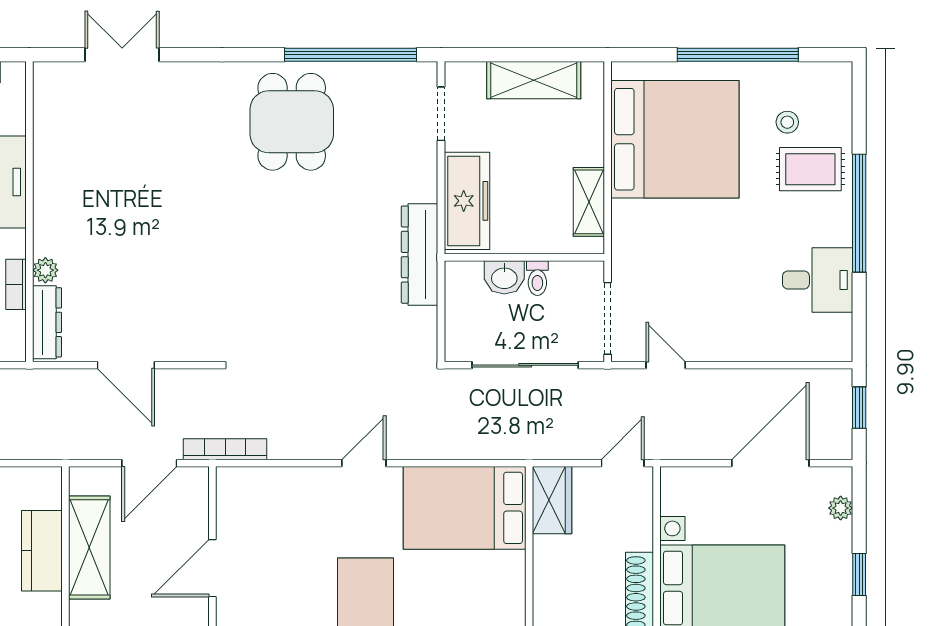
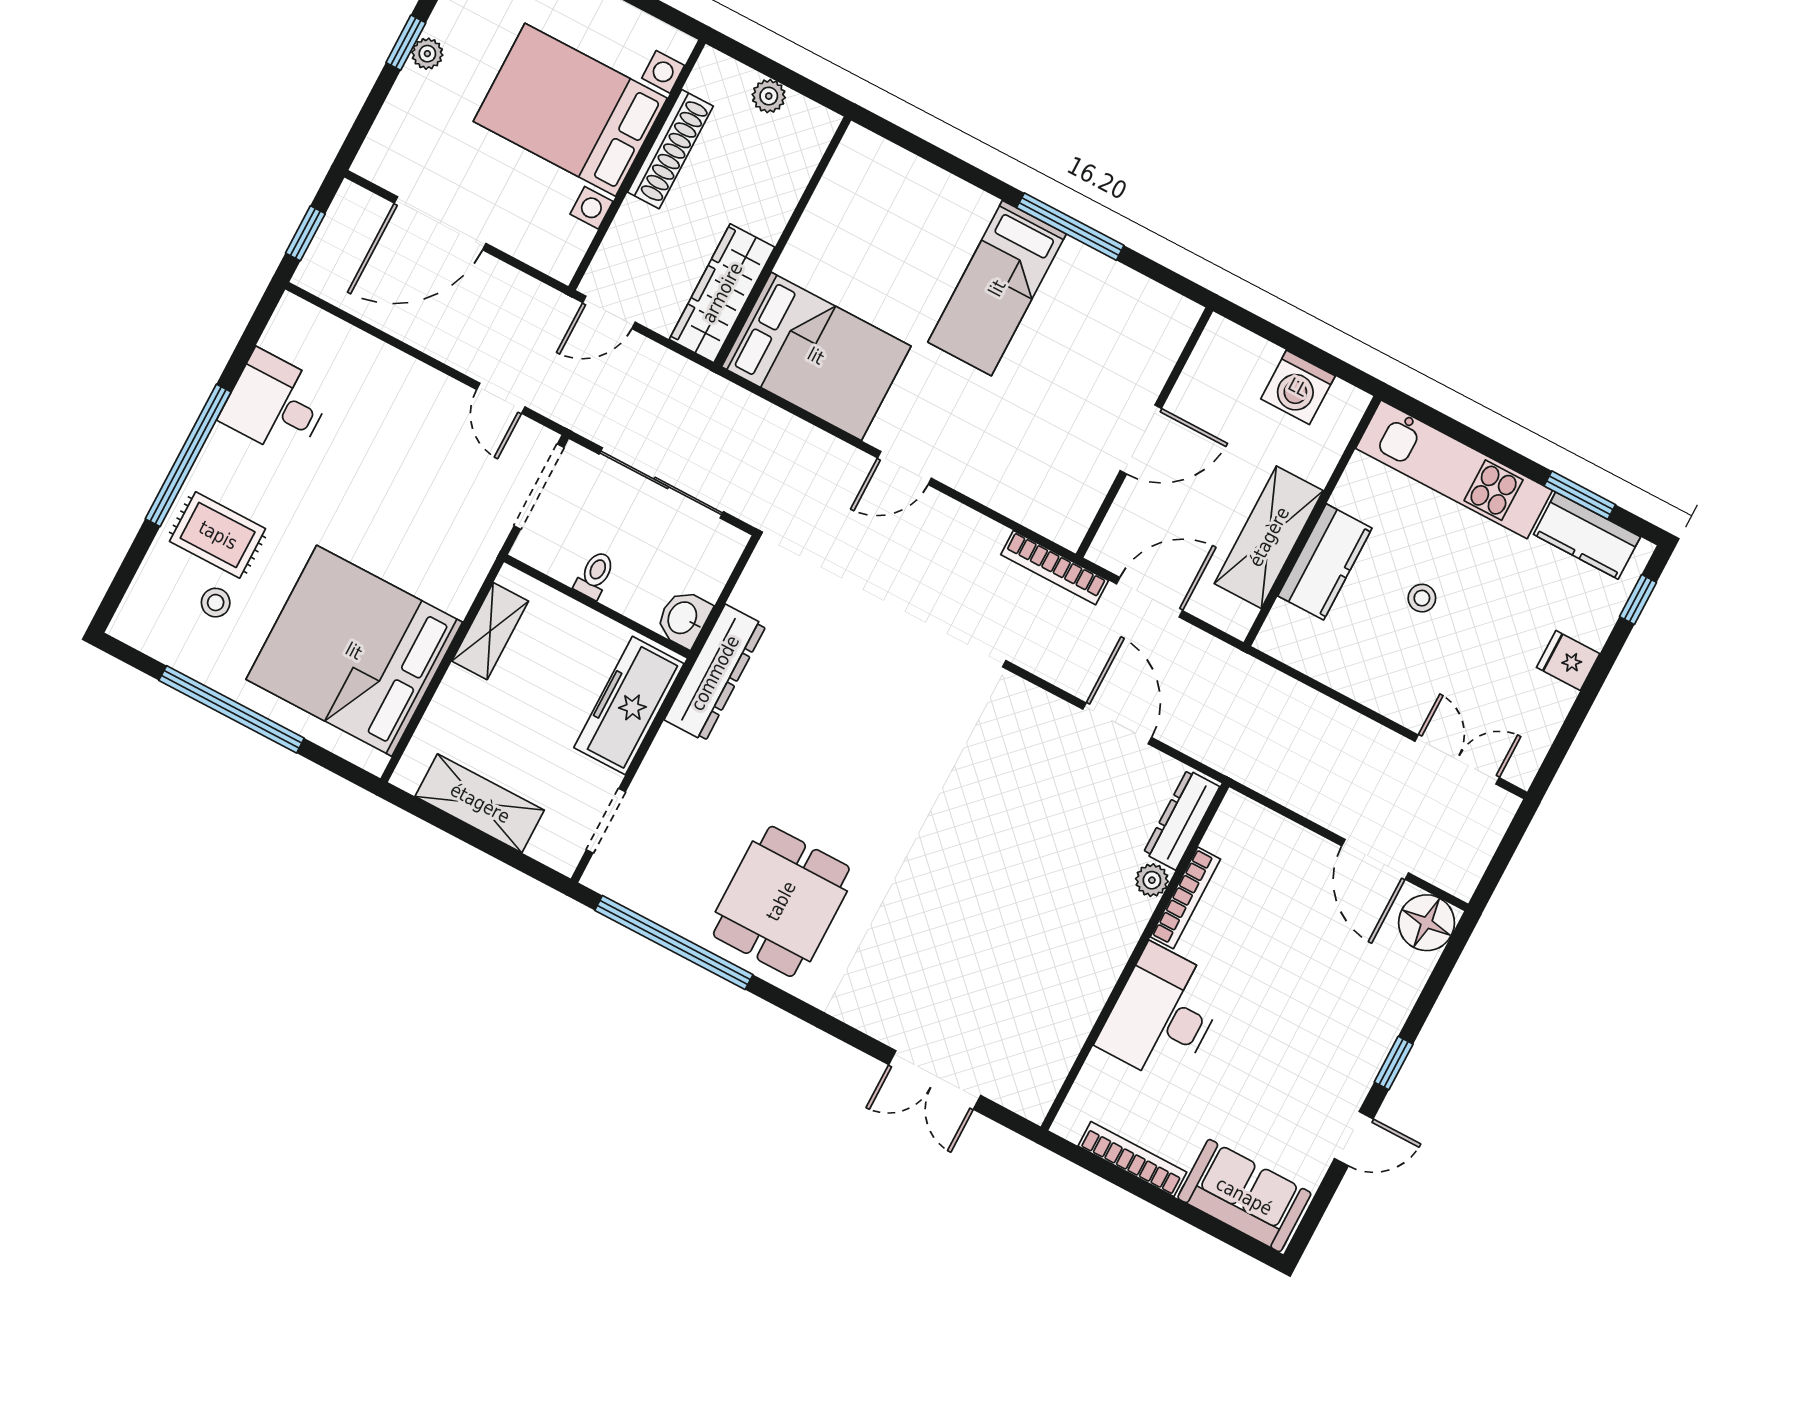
washbasin: (504, 277) -> (683, 618), moved, turned -90
bookcase: (16, 284) -> (1185, 898), width x1.56
wardrobe: (552, 500) -> (722, 293), width x1.50
plant: (841, 508) -> (427, 54), moved

